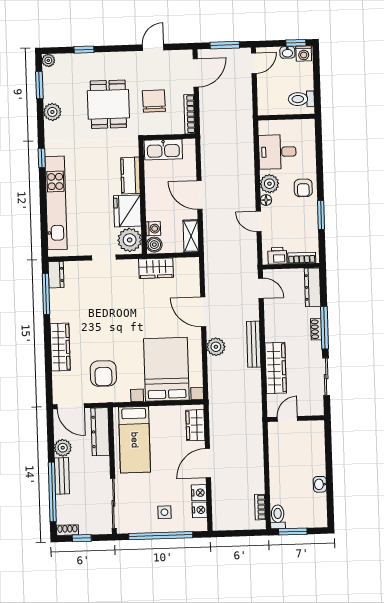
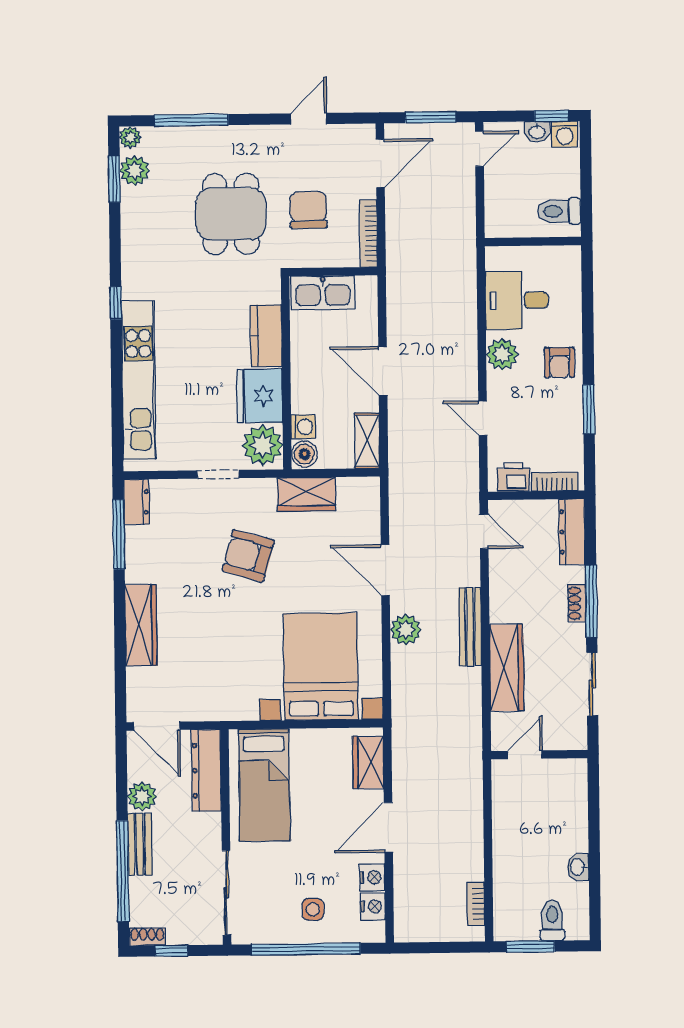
window: (84, 50) -> (191, 120), width x2.17
plant: (52, 112) -> (135, 170), moved
floor lamp: (266, 200) -> (496, 382), removed
armchair: (103, 373) -> (248, 556), moved, turned 106
toilet: (278, 517) -> (552, 920), moved

